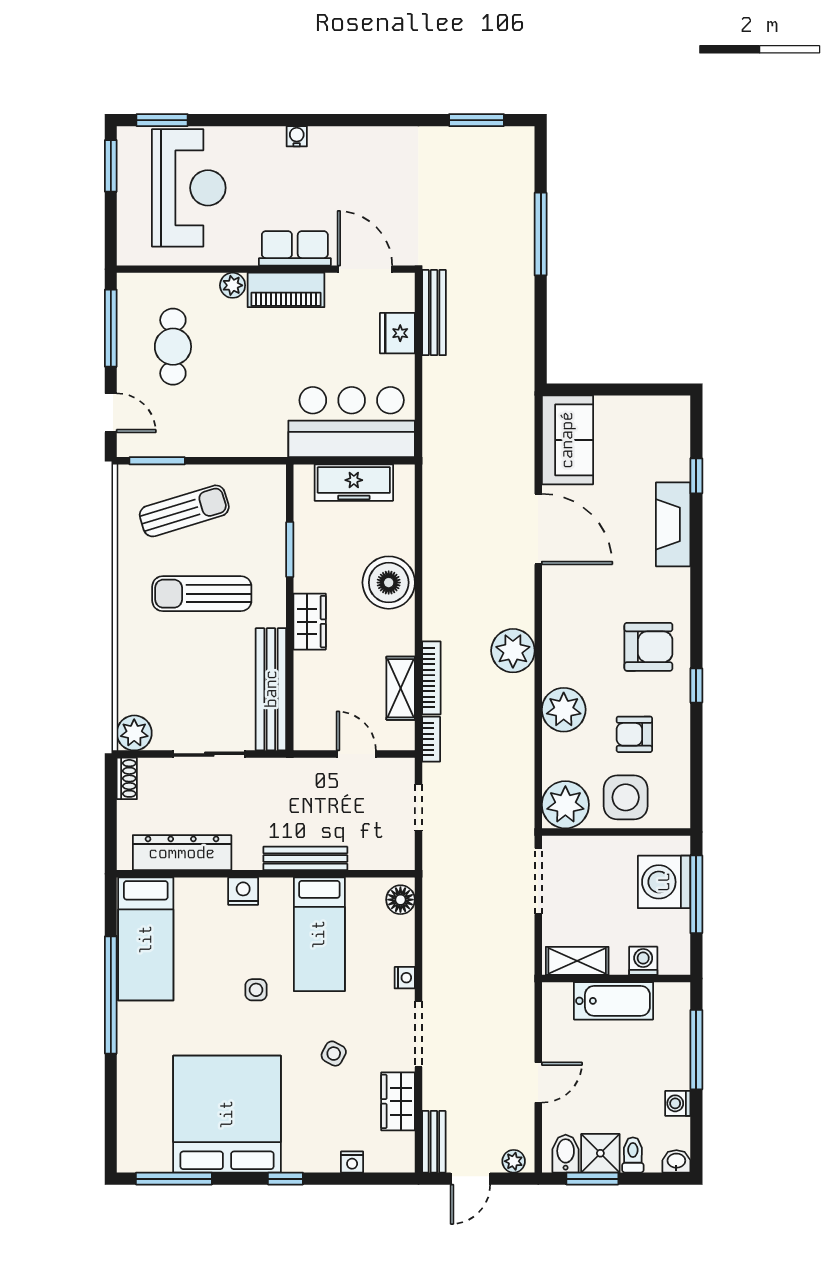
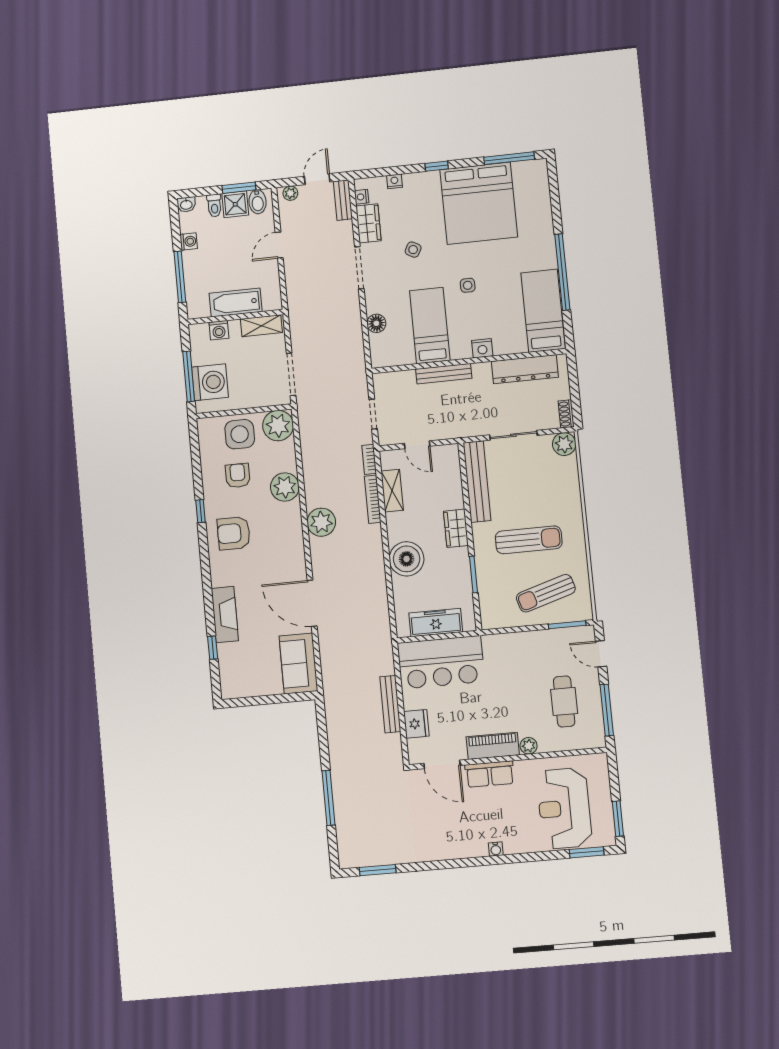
bench: (434, 313) -> (390, 704), moved
armchair: (634, 734) -> (238, 476), turned -90
floor lamp: (400, 900) -> (376, 323), moved
nightstand: (405, 978) -> (362, 197), moved

